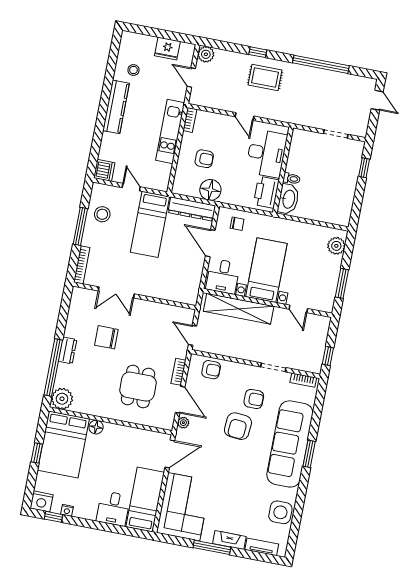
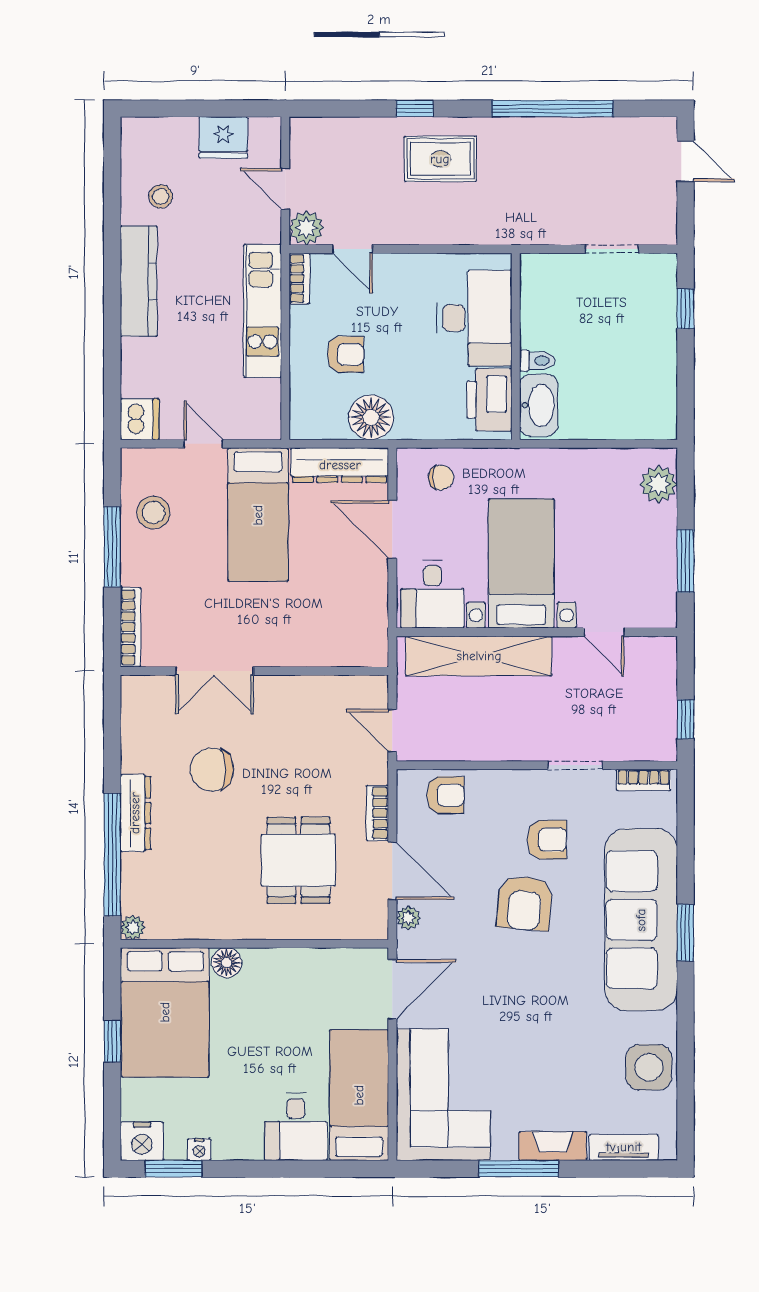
plant: (206, 54) -> (307, 228), moved
door: (244, 116) -> (353, 249), moved
dresser: (68, 350) -> (135, 813), width x1.44
plant: (62, 399) -> (133, 928), width x0.53, depth x0.53
window: (54, 517) -> (173, 1169), width x1.50

